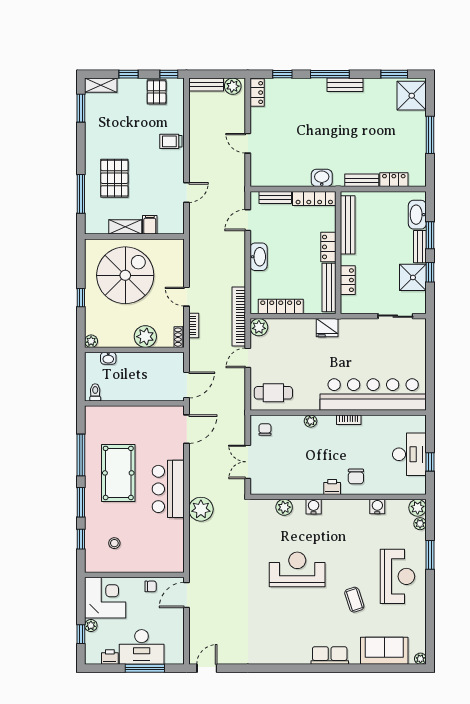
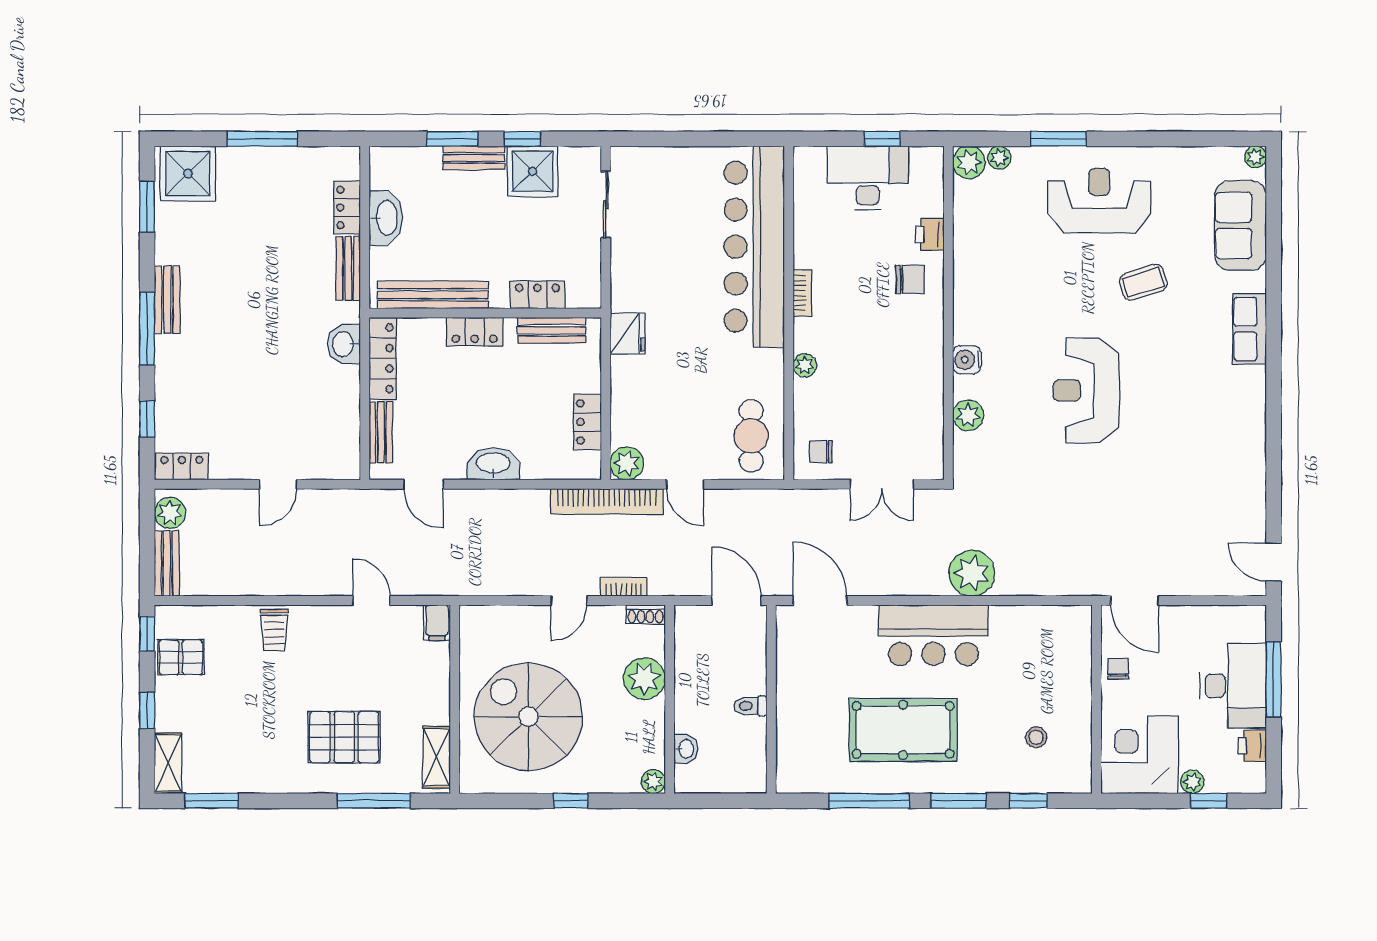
washbasin: (417, 215) -> (386, 218), moved, turned -90
filing cabinet: (150, 225) -> (437, 623), moved, turned -90
shelving: (125, 227) -> (437, 757), moved
bench: (329, 287) -> (552, 330), width x0.73
locker: (281, 306) -> (587, 422), width x0.66
toilet: (95, 392) -> (750, 706), moved
printer: (332, 487) -> (930, 235), moved
water cooler: (377, 507) -> (967, 239), removed

